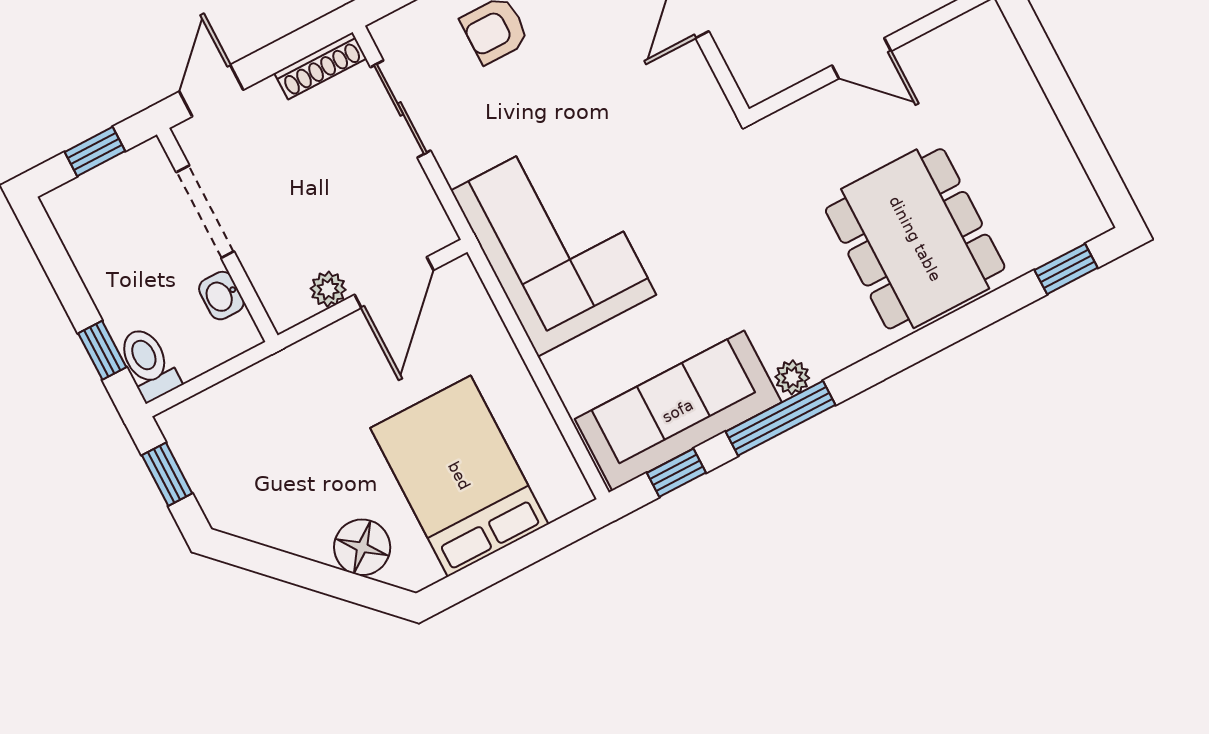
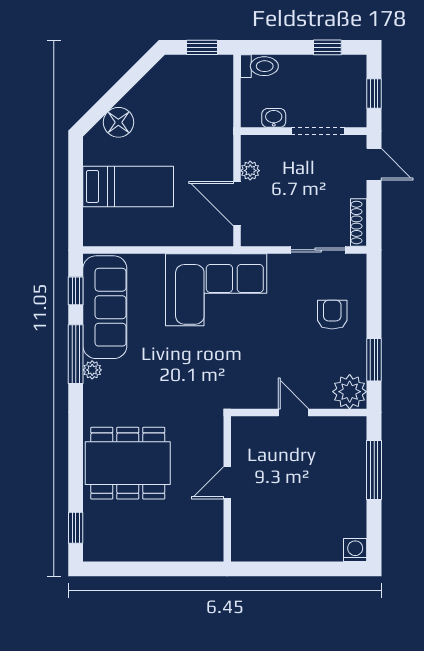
window: (102, 350) -> (327, 47), moved
bed: (459, 476) -> (128, 186), width x0.67

